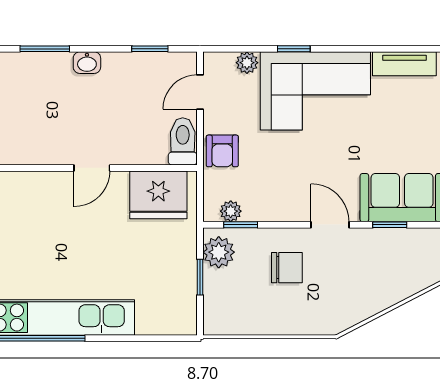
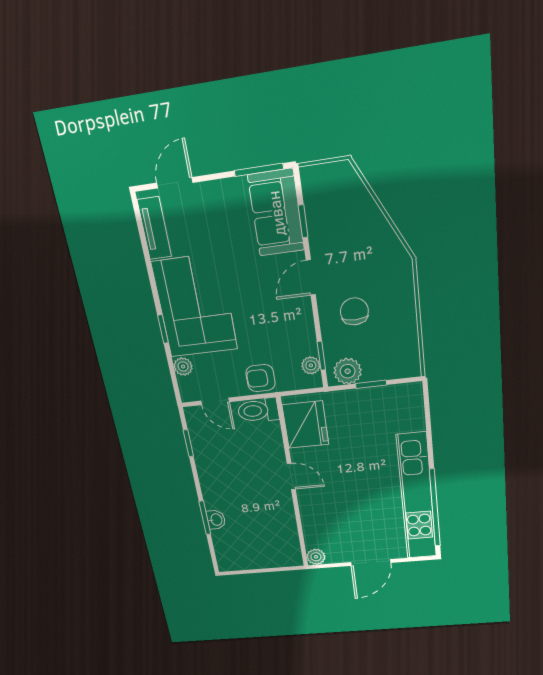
washbasin: (87, 63) -> (216, 520), moved
armchair: (222, 151) -> (261, 378), turned 180

